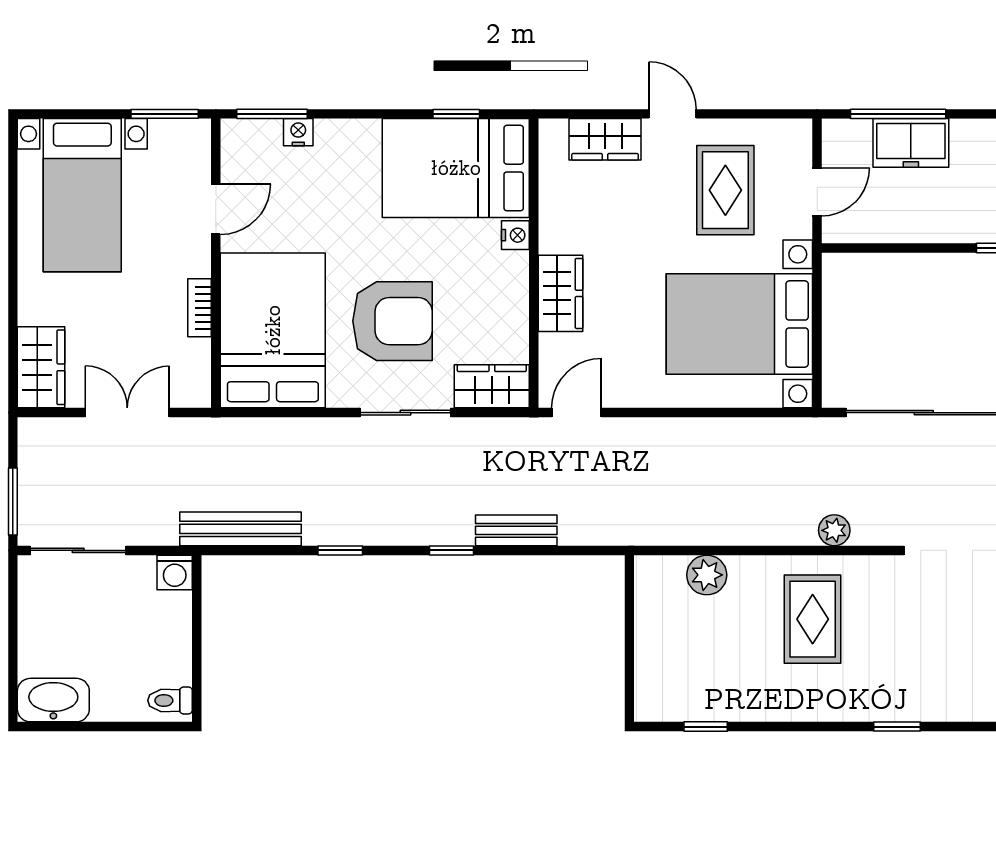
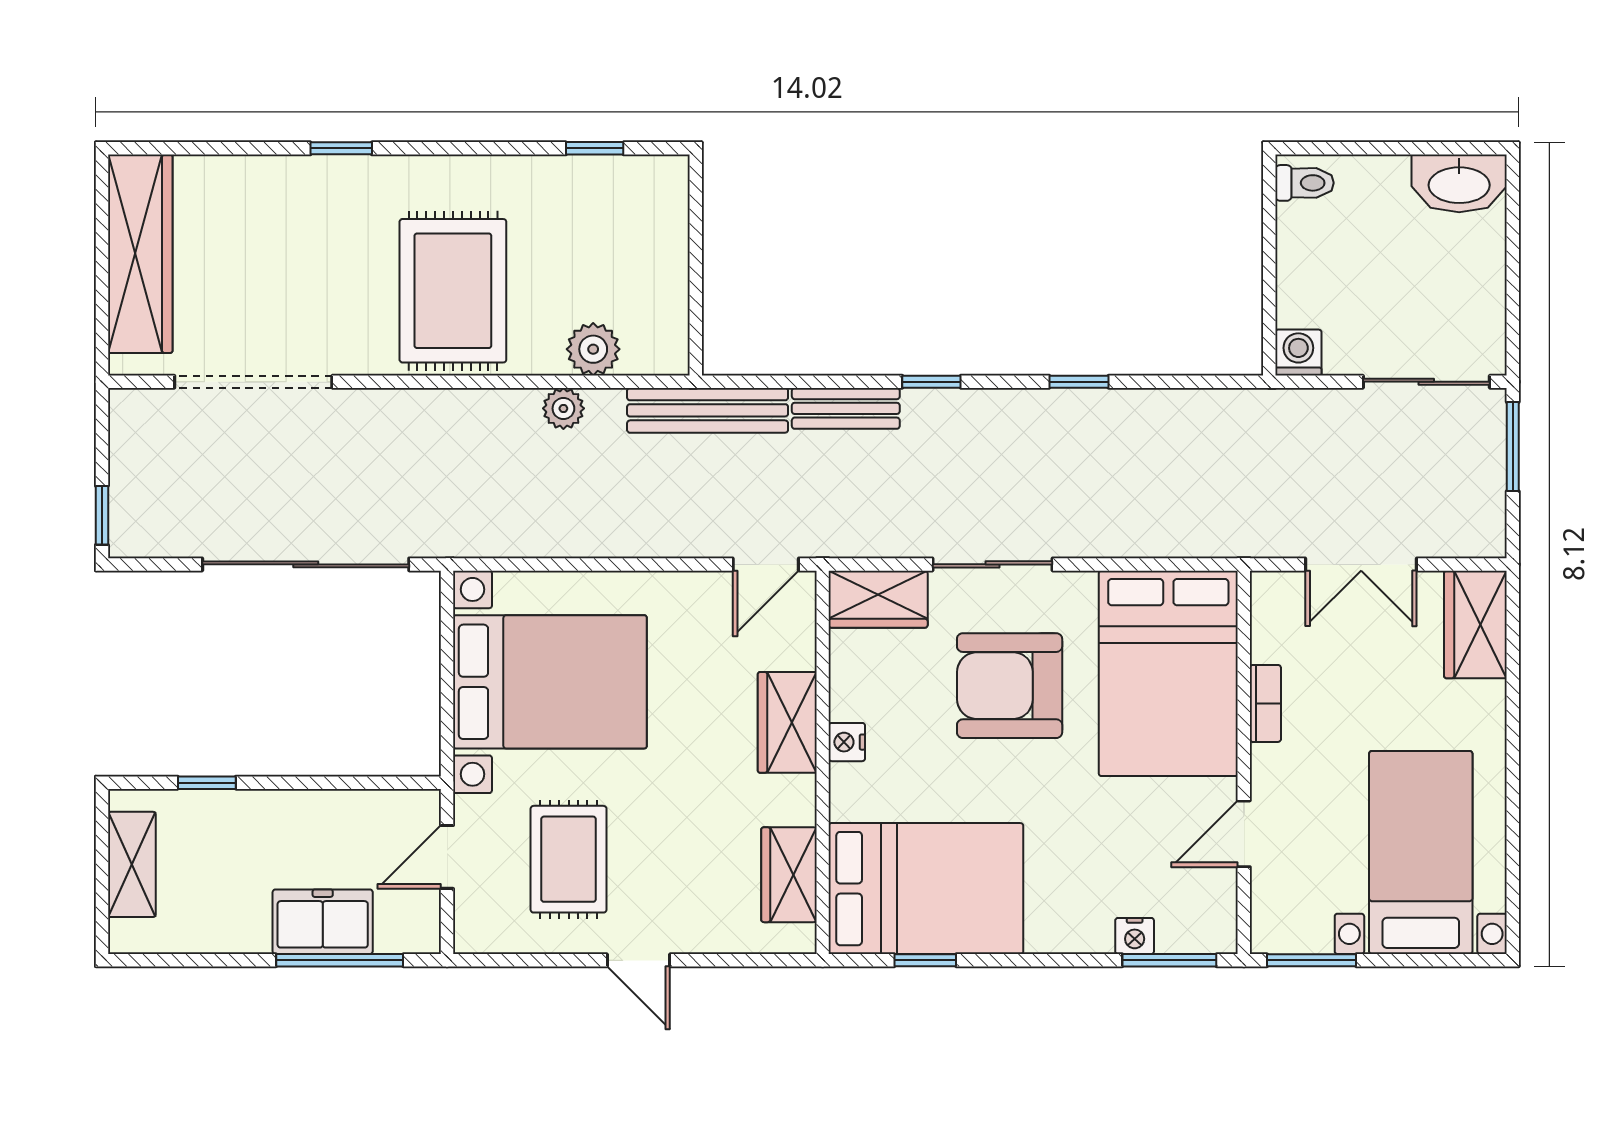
wardrobe: (605, 139) -> (789, 875), moved, turned -90
nightstand: (515, 235) -> (847, 742), moved
bench: (240, 529) -> (708, 410), moved
plant: (834, 530) -> (563, 408), moved
rug: (813, 619) -> (453, 291), width x1.36, depth x1.43

